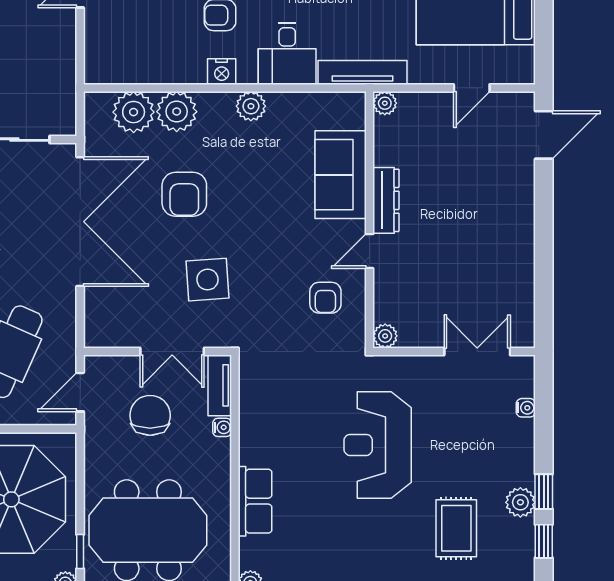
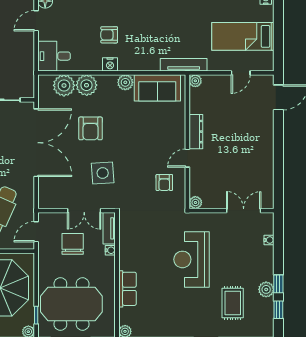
desk: (287, 54) -> (54, 56), moved, turned 90
sofa: (341, 175) -> (157, 88), moved, turned -90

